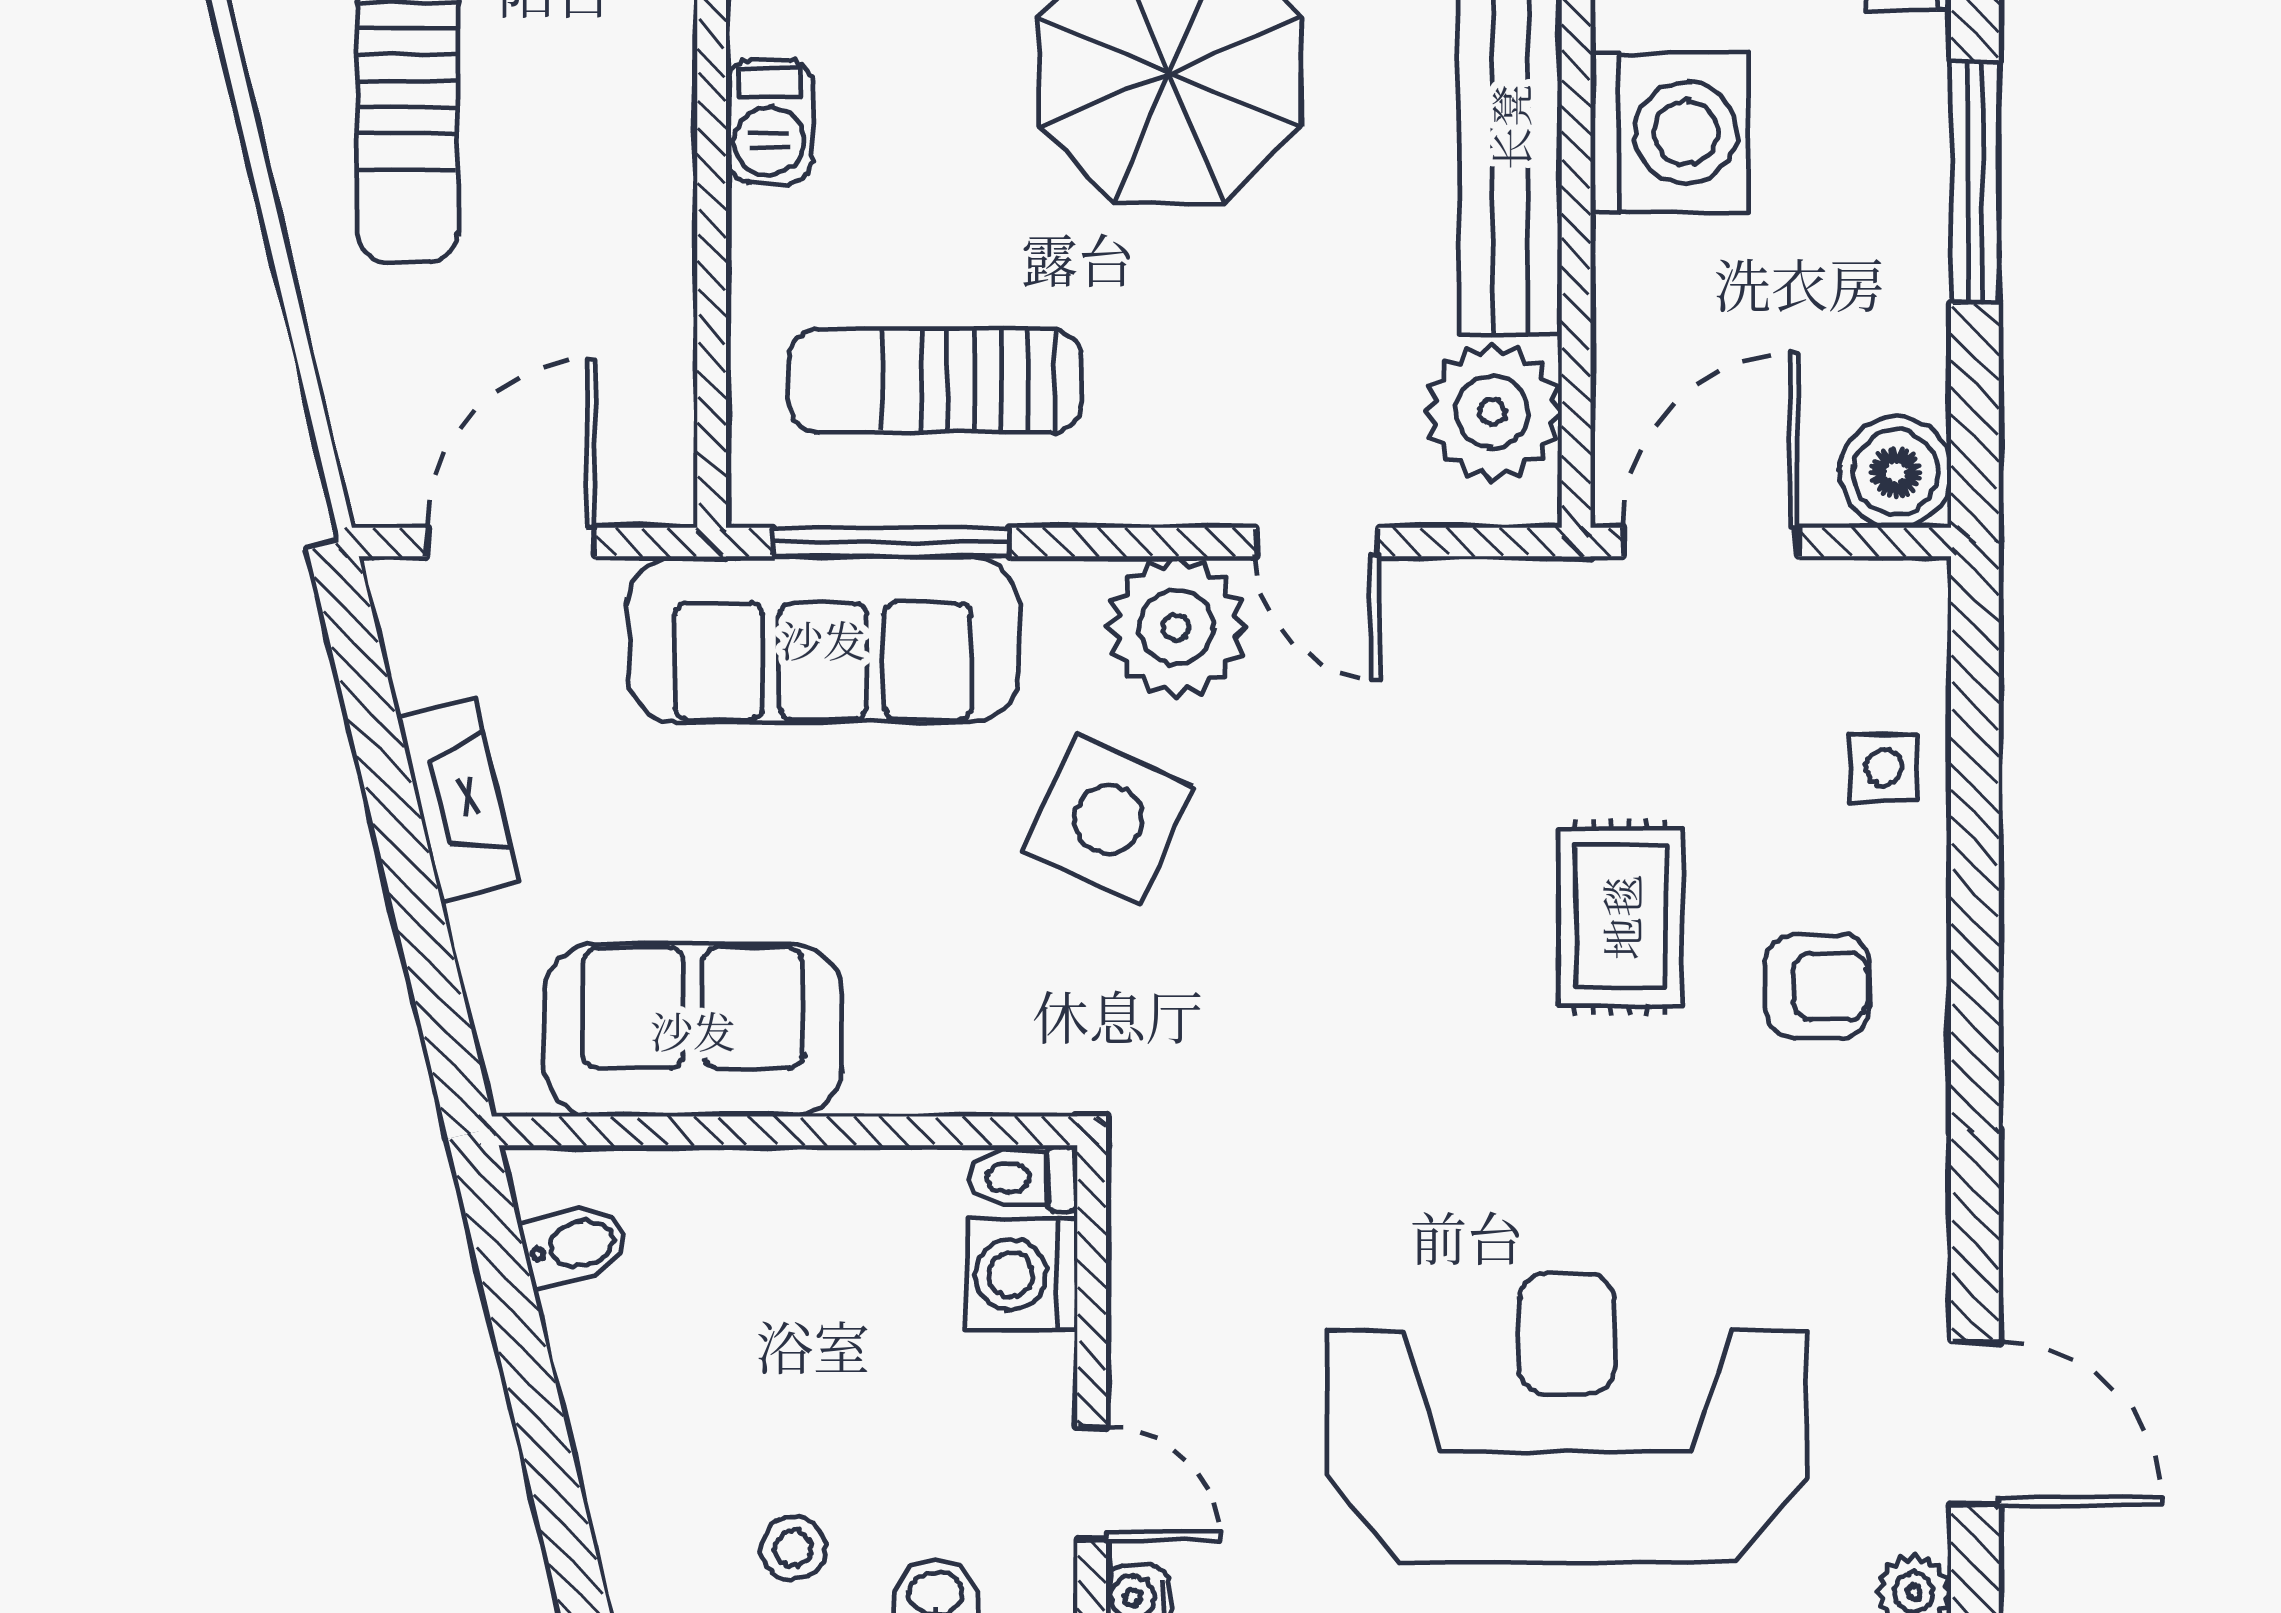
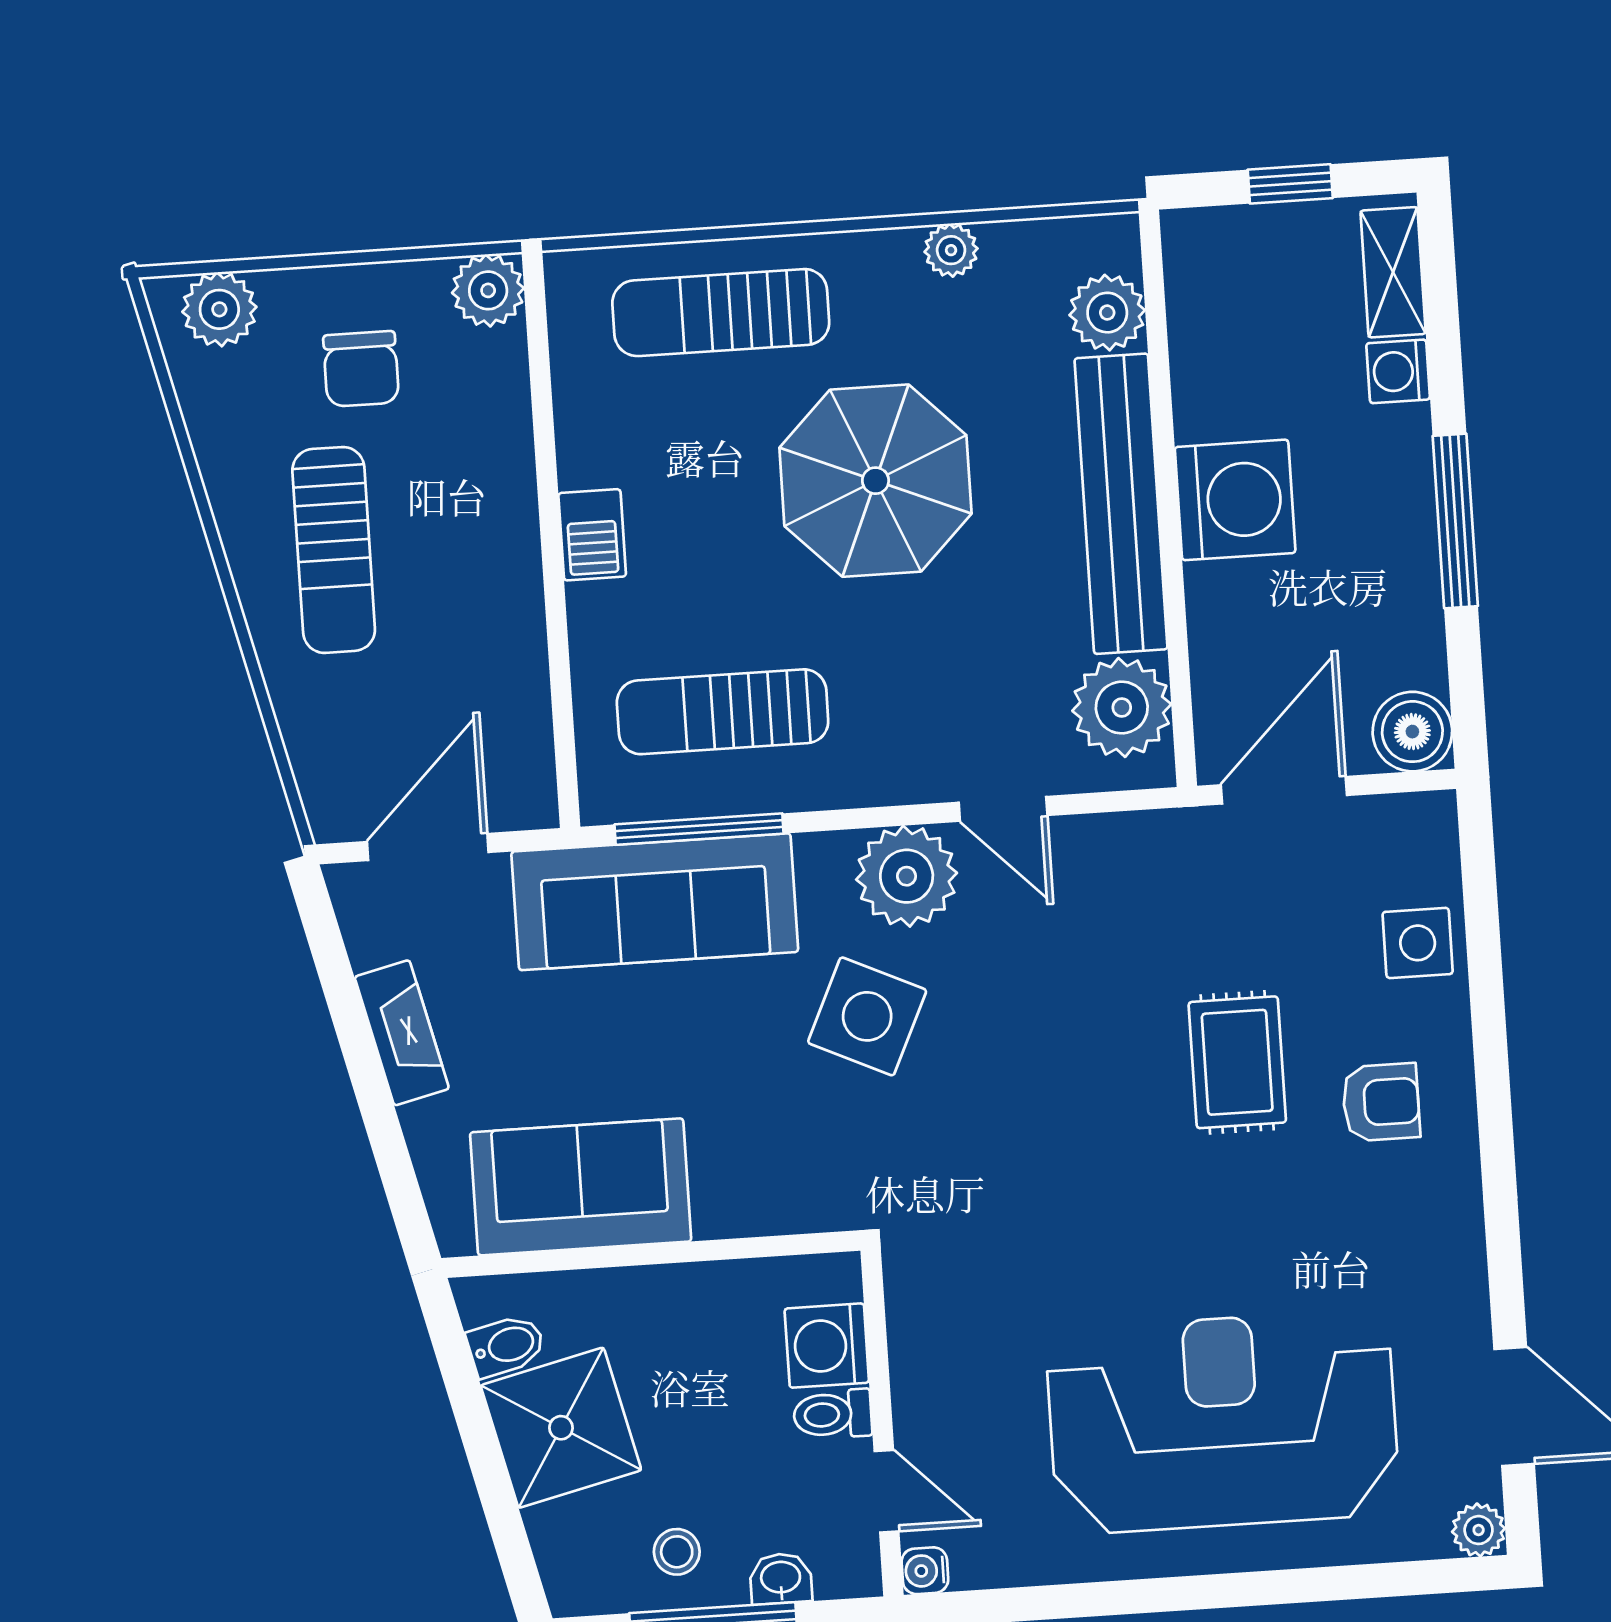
side table: (1883, 767) -> (1418, 943), width x1.37, depth x1.37
toilet: (1024, 1178) -> (833, 1414), moved
shower: (643, 1364) -> (561, 1428), added

